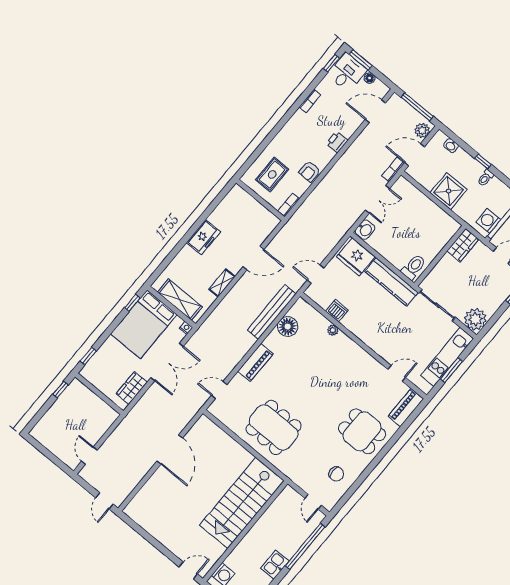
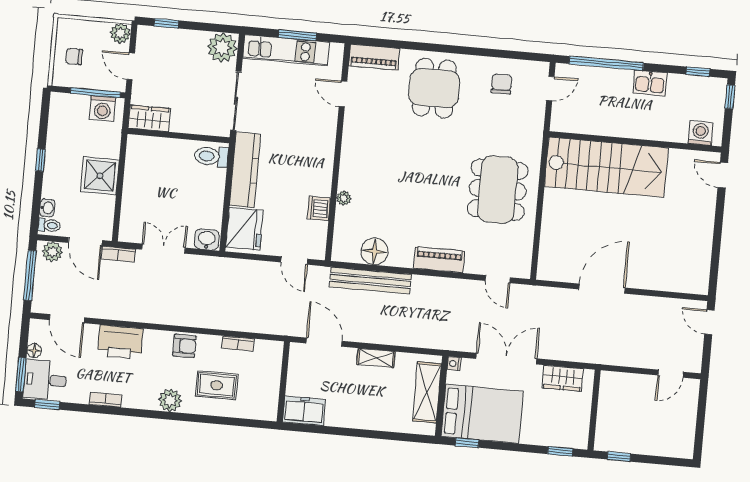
plant: (282, 140) -> (170, 400), added
printer: (337, 142) -> (120, 342), width x1.87, depth x1.48
toilet: (486, 178) -> (49, 225), moved
wall: (260, 200) -> (283, 382), moved
freezer: (203, 237) -> (304, 411), moved
door: (104, 501) -> (709, 322), swing flipped

